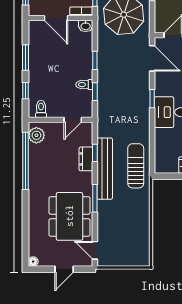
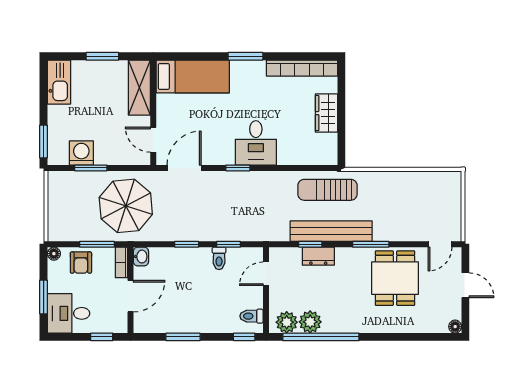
window: (25, 91) -> (244, 337), moved
door: (73, 120) -> (266, 274), swing flipped
plant: (37, 153) -> (310, 322), added
dining table: (69, 216) -> (395, 278), width x0.73

